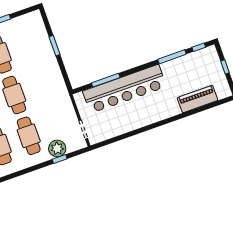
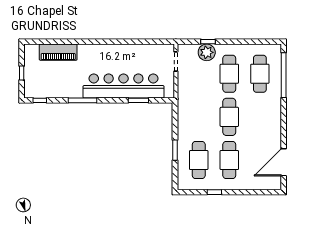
cafe table: (29, 44) -> (199, 160), added
window: (172, 57) -> (82, 100), moved
window: (106, 80) -> (138, 100), width x0.69

